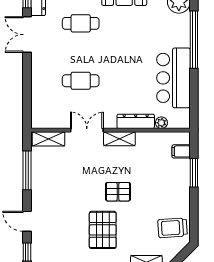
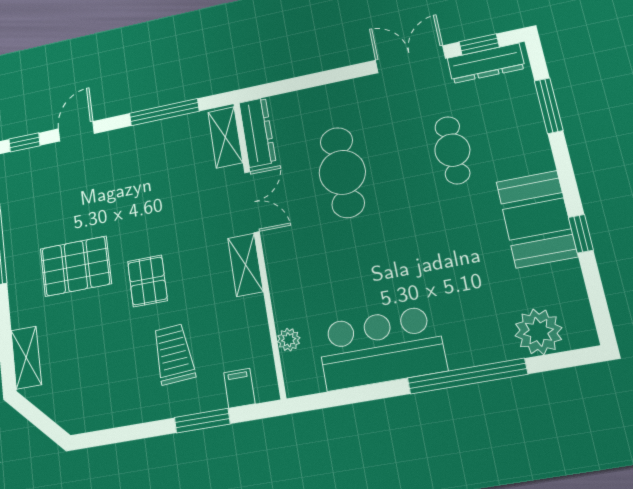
cafe table: (81, 81) -> (342, 172), width x1.37, depth x1.35
dresser: (136, 121) -> (257, 132), moved
trolley: (173, 228) -> (174, 354), moved

